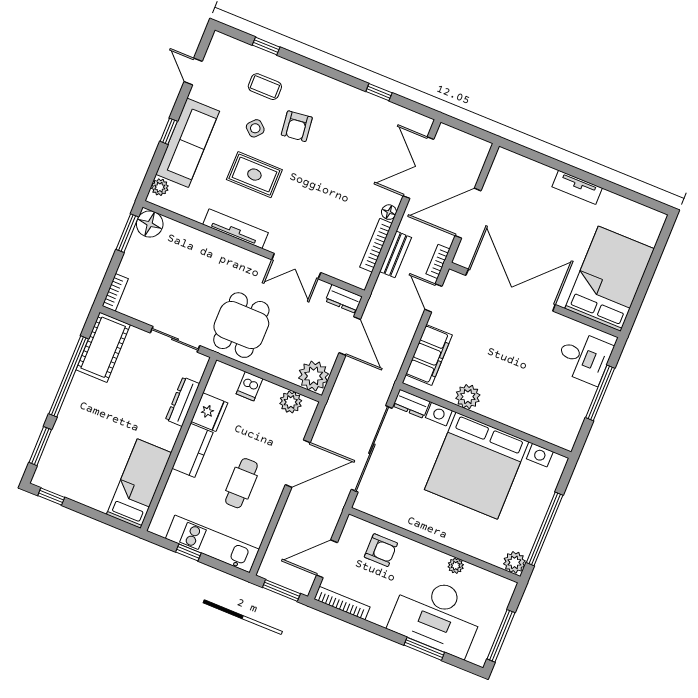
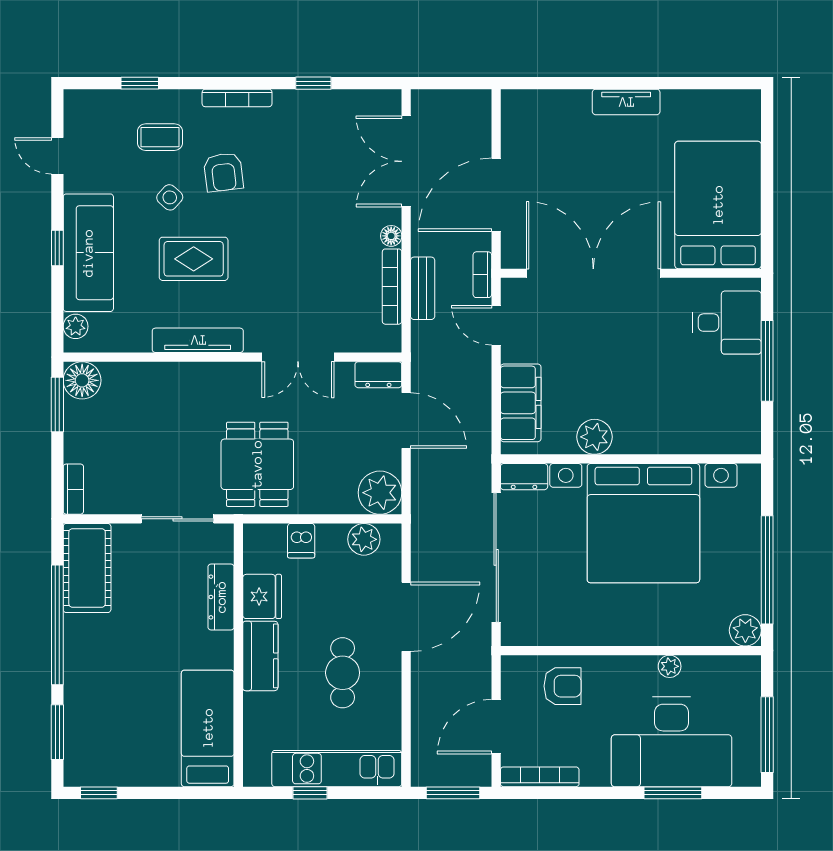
bookcase: (325, 82) -> (237, 98), added

